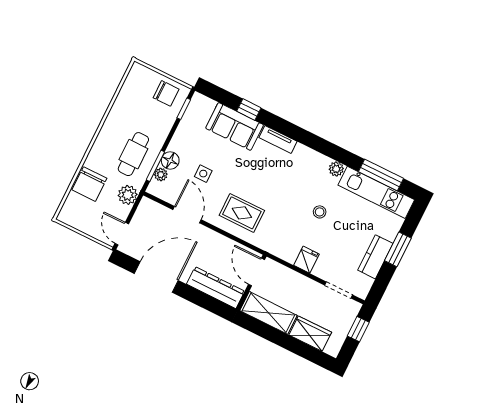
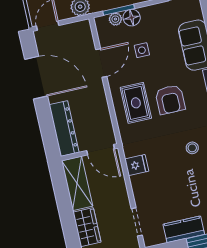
armchair: (262, 183) -> (170, 100), added
stool: (320, 212) -> (192, 148), moved
fridge: (306, 260) -> (137, 165), moved
door: (257, 272) -> (101, 150), swing flipped

